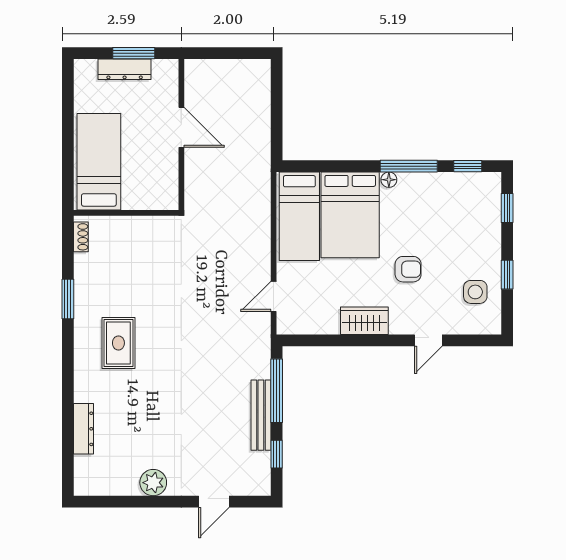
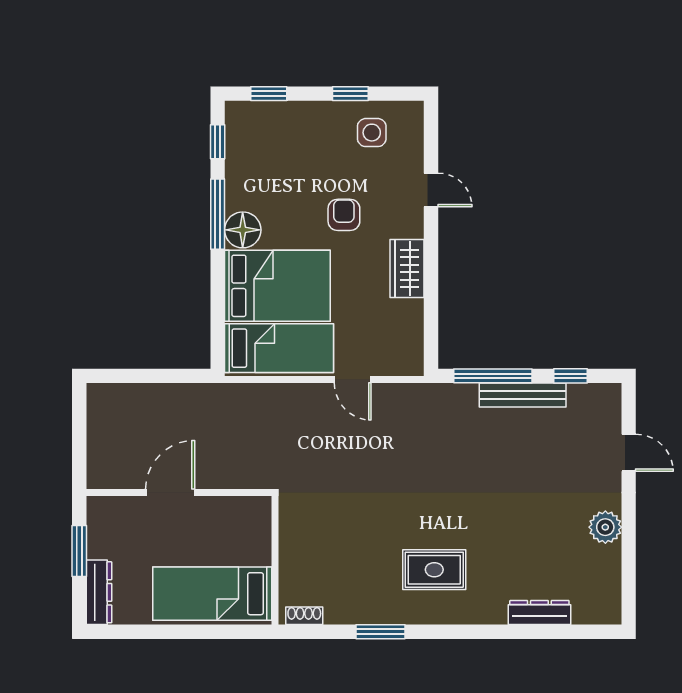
dresser: (125, 69) -> (99, 592), moved
floor lamp: (389, 180) -> (243, 230), width x1.89, depth x1.89
door: (274, 296) -> (353, 380), moved

